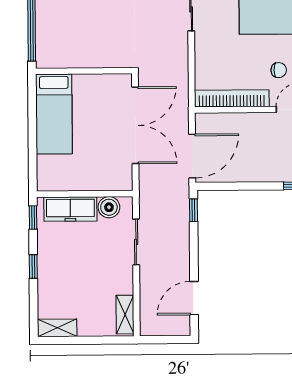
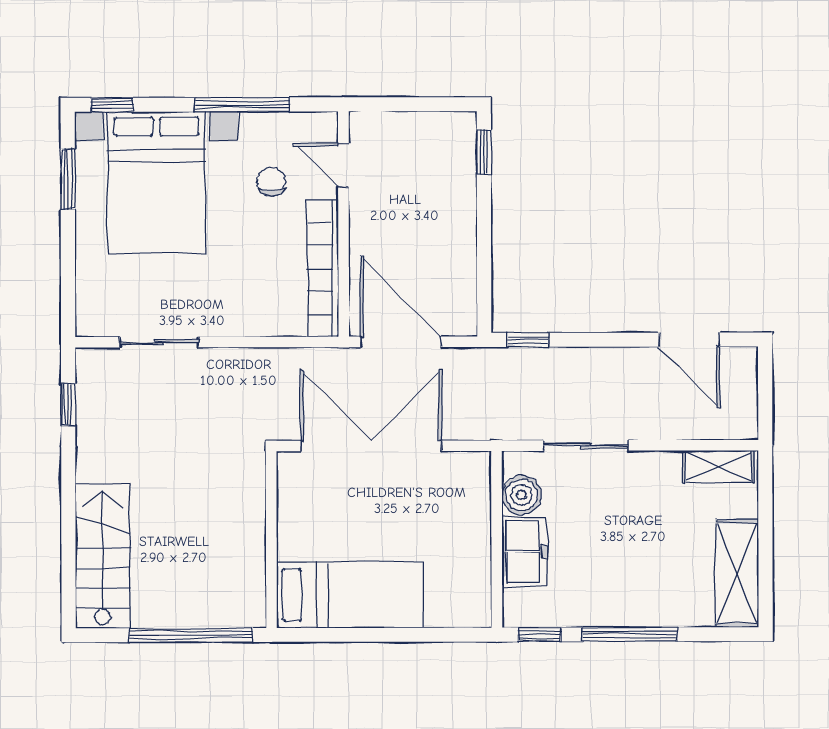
door: (192, 156) -> (401, 342), moved
freezer: (70, 209) -> (524, 552), width x0.71
window: (33, 267) -> (630, 634), width x2.17
shelving: (57, 328) -> (737, 573), width x1.50, depth x1.33

